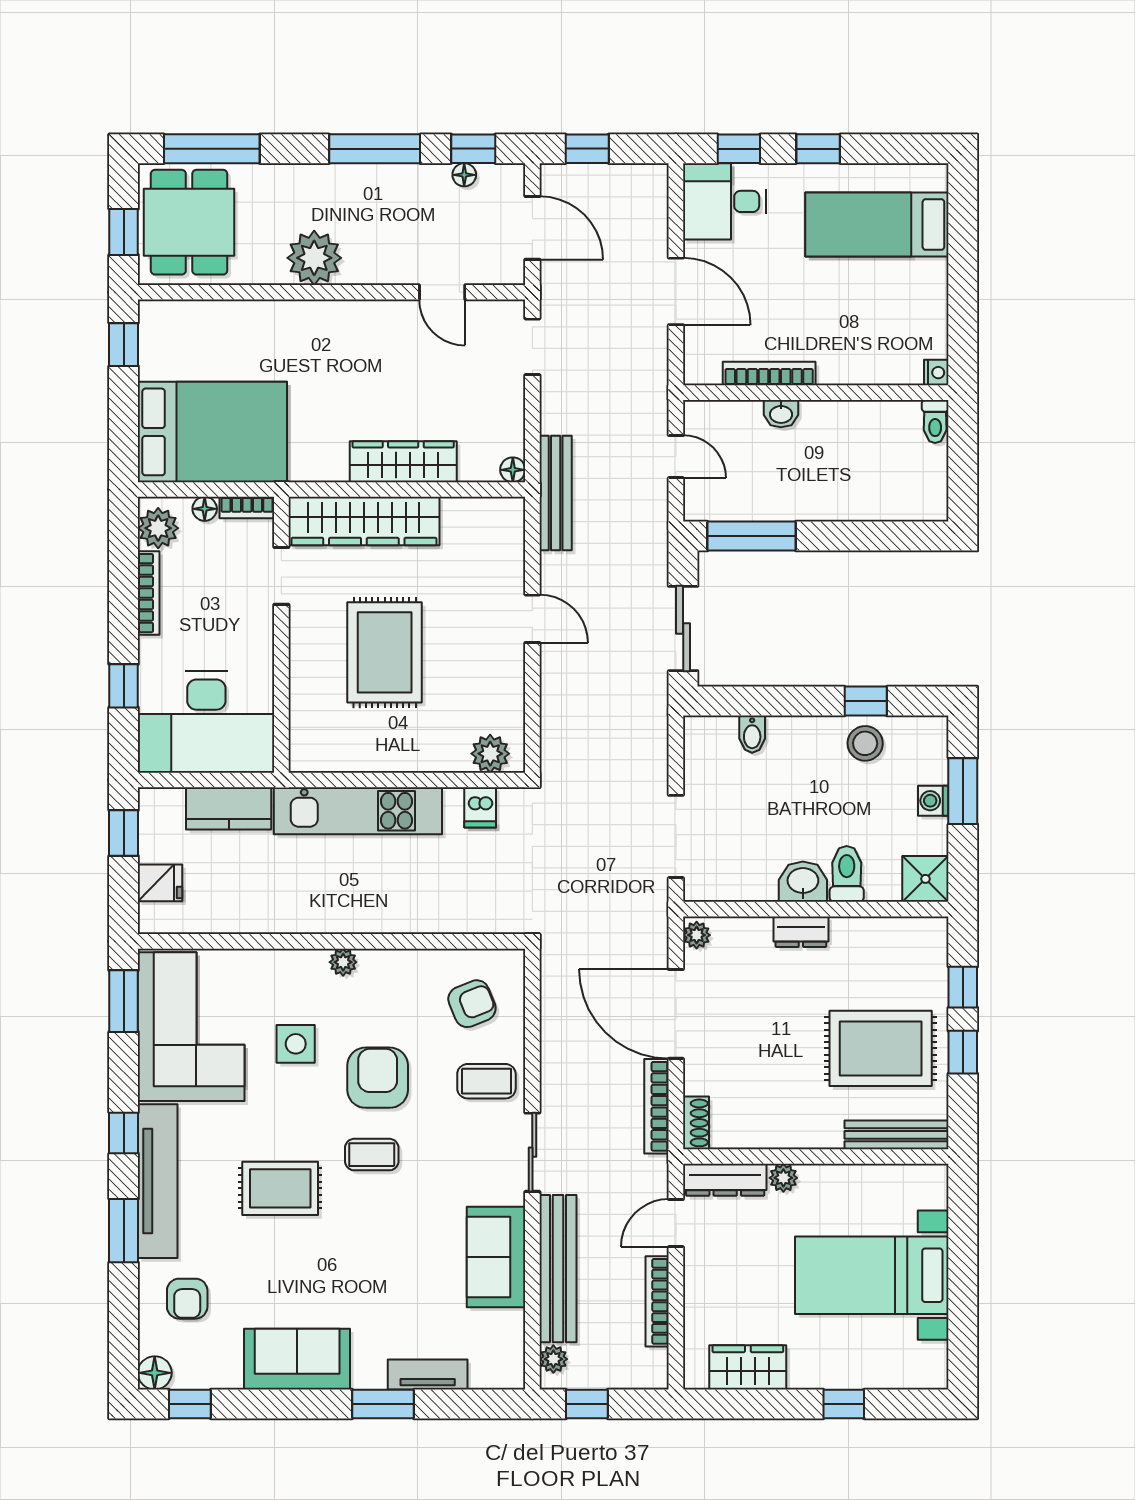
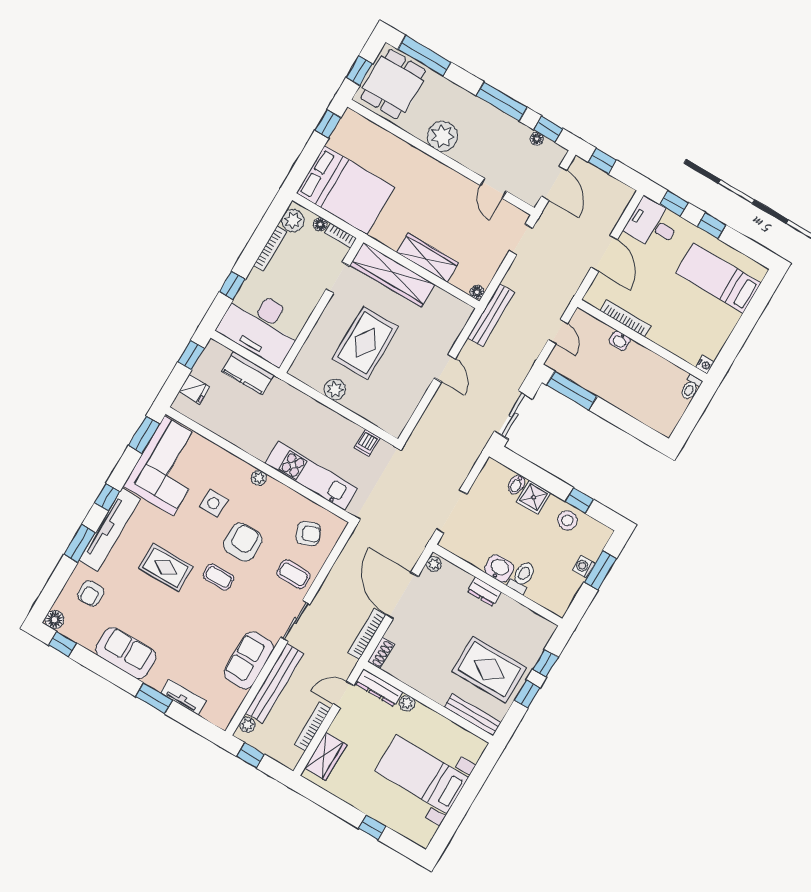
plant: (490, 754) -> (335, 390), moved
kitchen unit: (358, 811) -> (311, 476), moved, turned 180
shower: (925, 879) -> (534, 497), moved
wardrobe: (748, 1367) -> (326, 756), moved, turned 90

